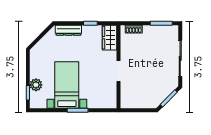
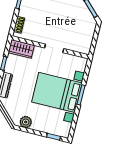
plant: (36, 85) -> (26, 122), moved
bed with nightstands: (67, 85) -> (57, 92), width x1.36

